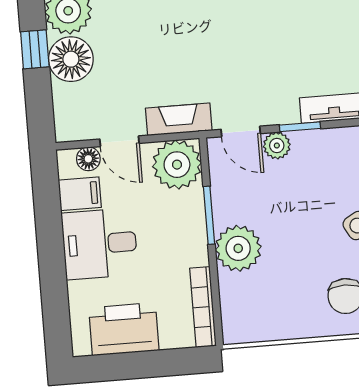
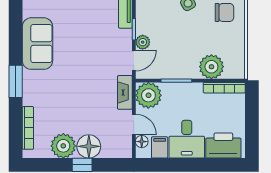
door: (119, 141) -> (134, 124), hinge flipped
plant: (238, 248) -> (211, 67), moved
printer: (124, 329) -> (223, 146), moved, turned 90

